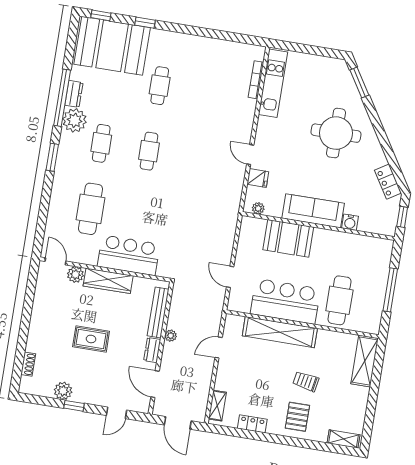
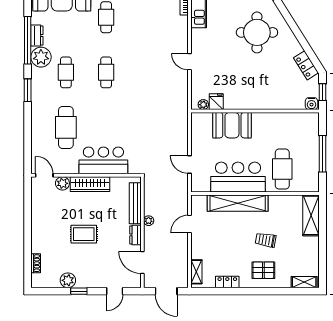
fridge: (258, 178) -> (216, 102), moved, turned -90
sofa: (313, 211) -> (249, 99), removed
water cooler: (350, 222) -> (311, 104), moved
pallet: (297, 417) -> (263, 270), turned 90

